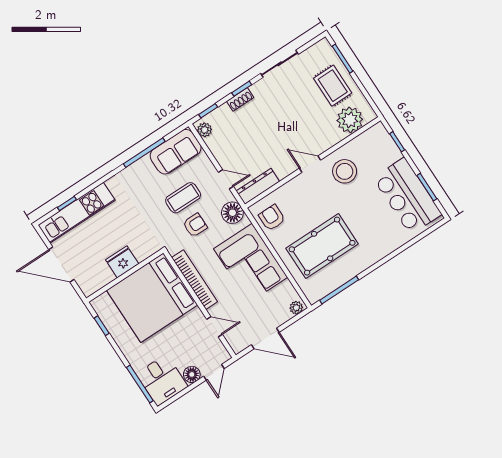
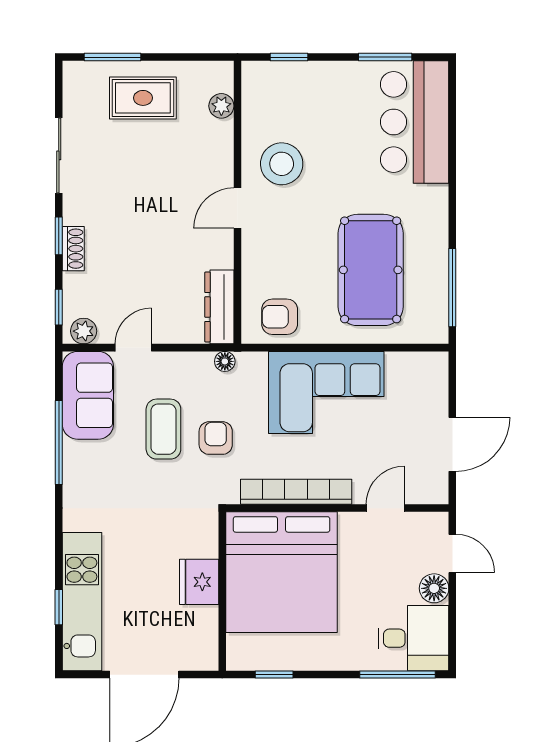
plant: (350, 120) -> (221, 106), width x0.53, depth x0.53
door: (226, 179) -> (133, 348), moved
bar counter: (407, 196) -> (415, 122), moved, turned 90
floor lamp: (232, 213) -> (225, 361), width x0.53, depth x0.53
plant: (296, 308) -> (437, 368), removed

